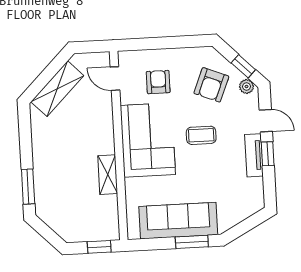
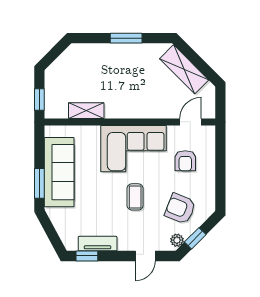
armchair: (158, 82) -> (185, 161), turned 90
window: (268, 154) -> (87, 256), moved
tv unit: (254, 155) -> (98, 244), moved
shelving: (108, 175) -> (86, 111), moved
window: (28, 187) -> (126, 38), moved

